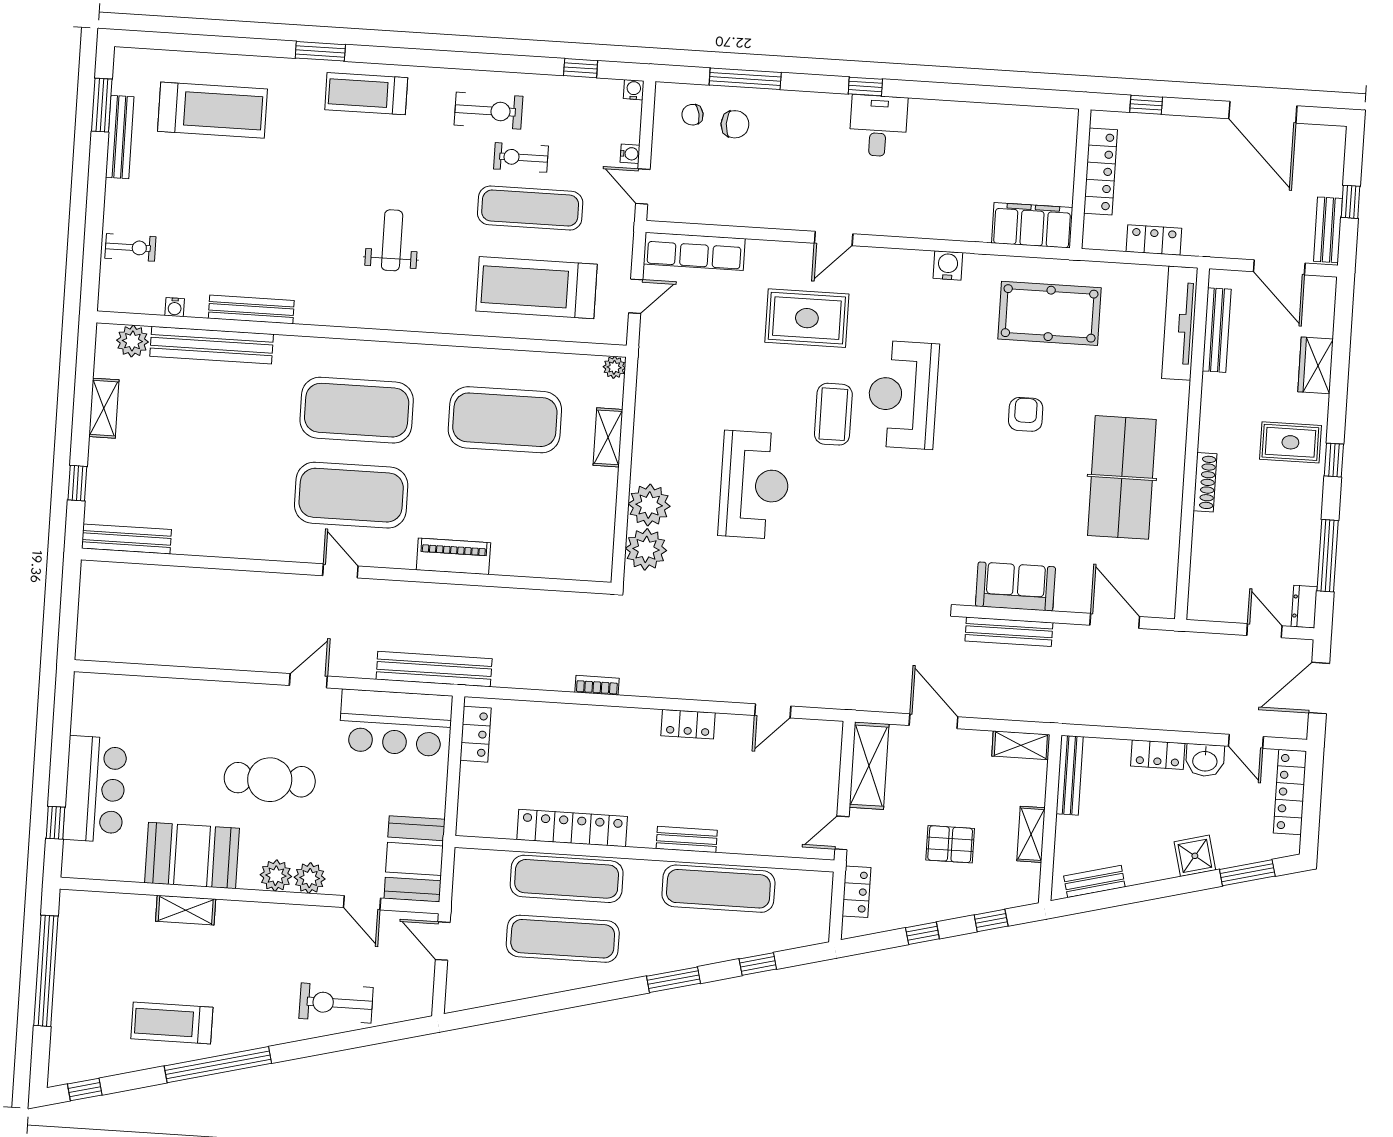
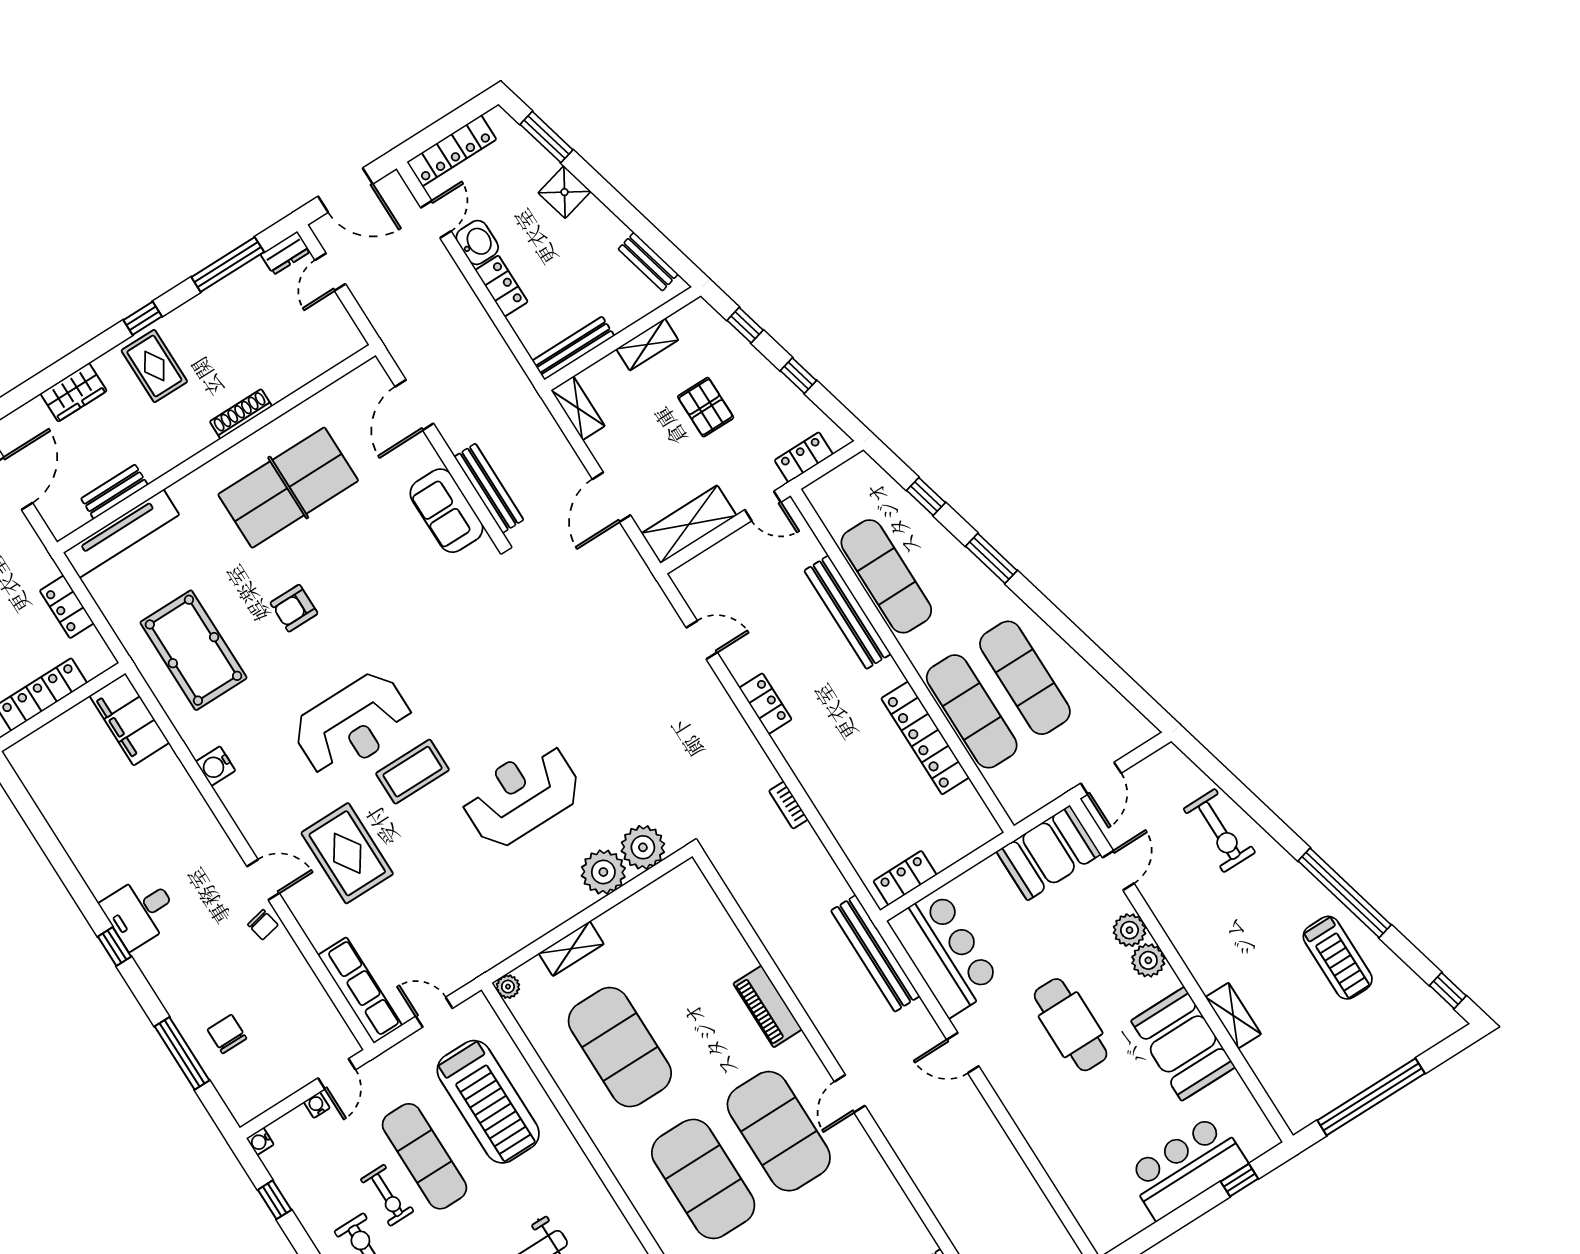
chair: (692, 115) -> (263, 925), moved
bench: (1217, 330) -> (114, 492), width x0.73
bench: (687, 839) -> (848, 612), width x1.86, depth x1.21

